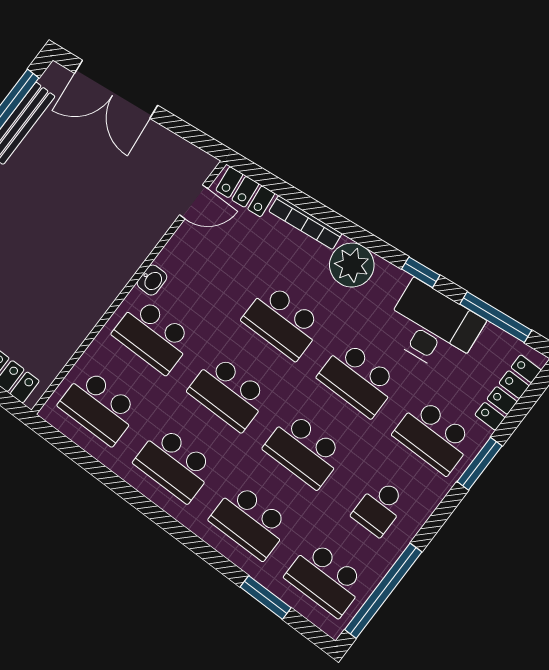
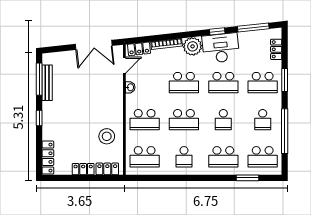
double door: (116, 89) -> (94, 45), moved
washbasin: (152, 280) -> (130, 87), moved
stool: (56, 313) -> (107, 136), added
desk: (433, 327) -> (221, 48), moved
locker: (508, 392) -> (276, 49), width x0.66
school desk: (304, 450) -> (223, 120), width x0.54
school desk: (175, 464) -> (184, 157), width x0.54
window: (383, 591) -> (285, 131), moved

